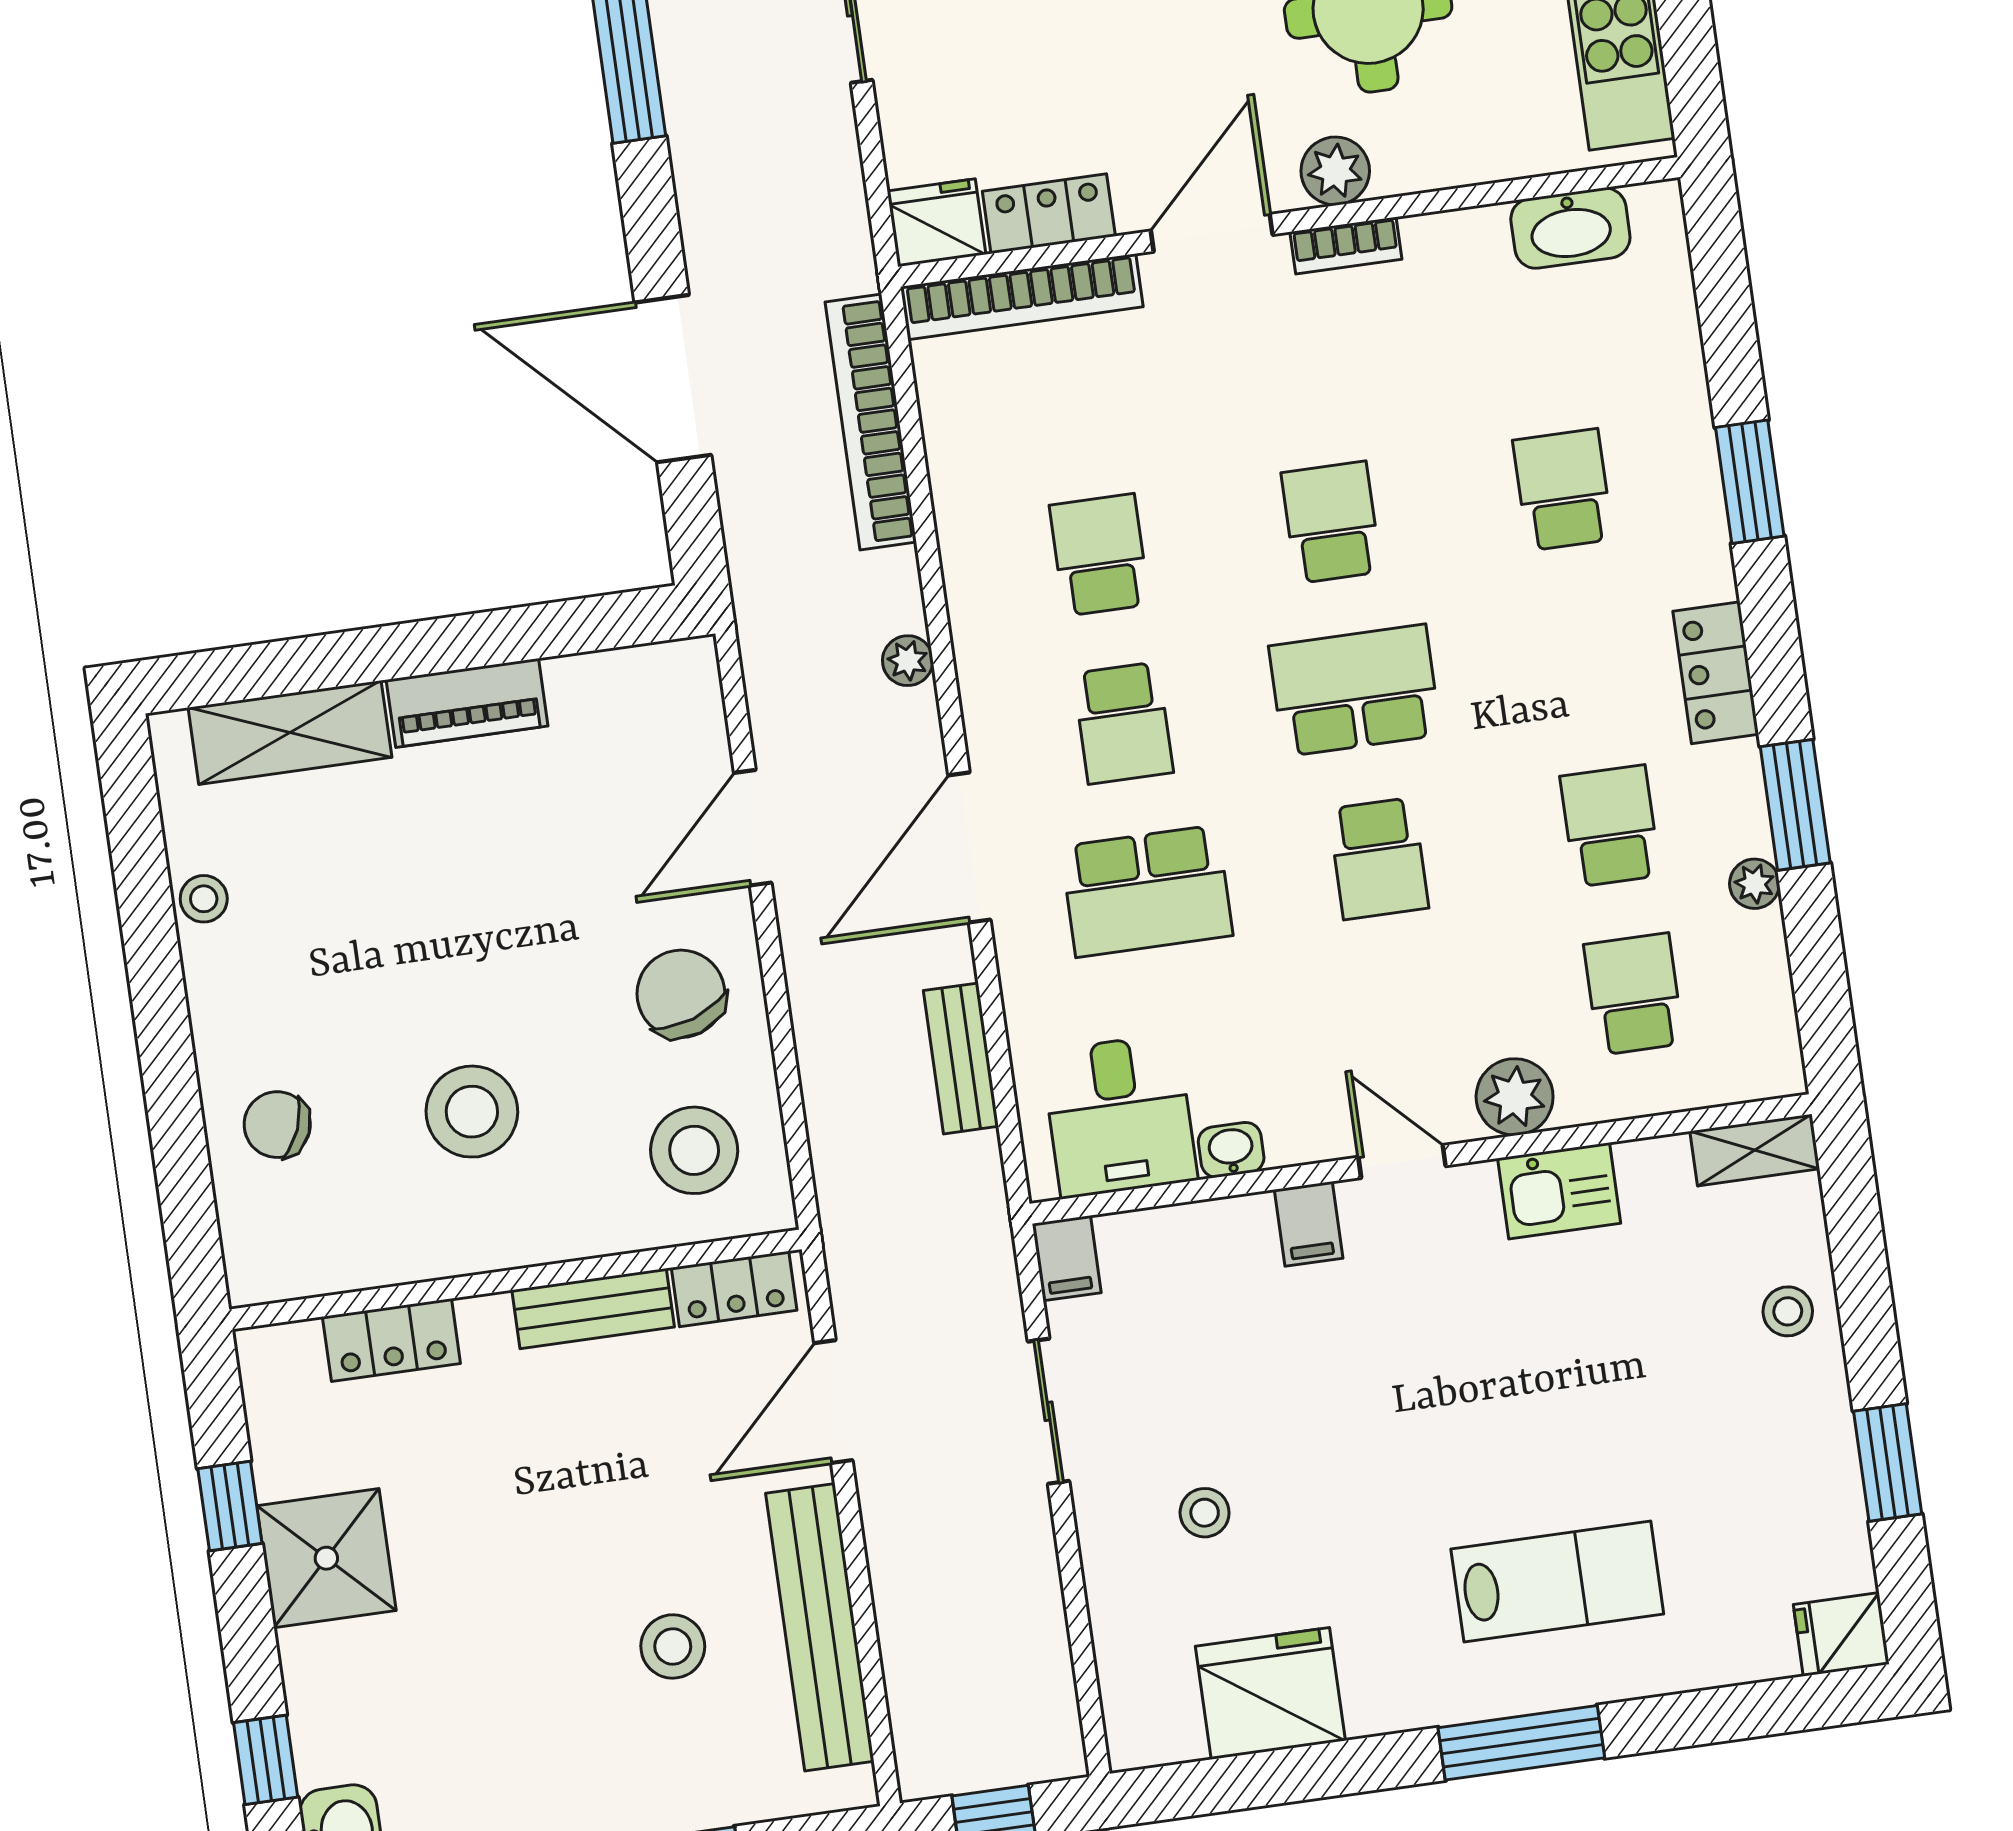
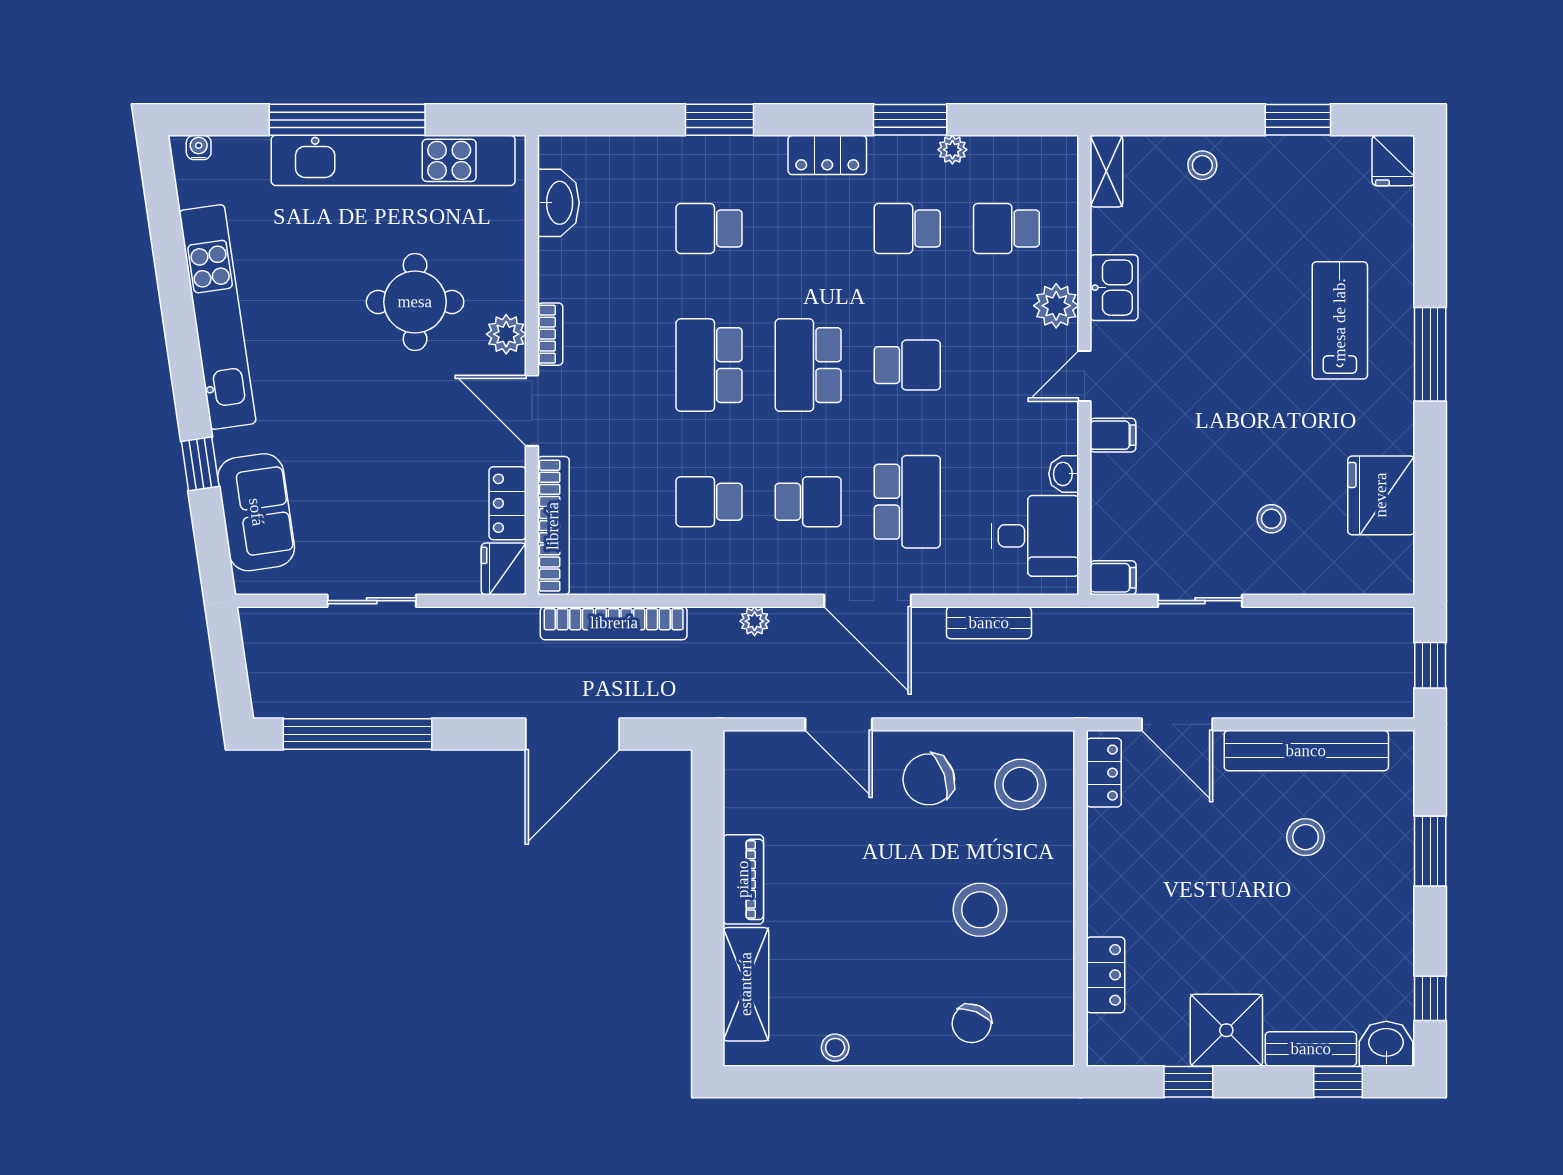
school desk: (1331, 522) -> (709, 365), width x1.85
bench: (593, 1309) -> (1311, 1049), moved, turned 90

